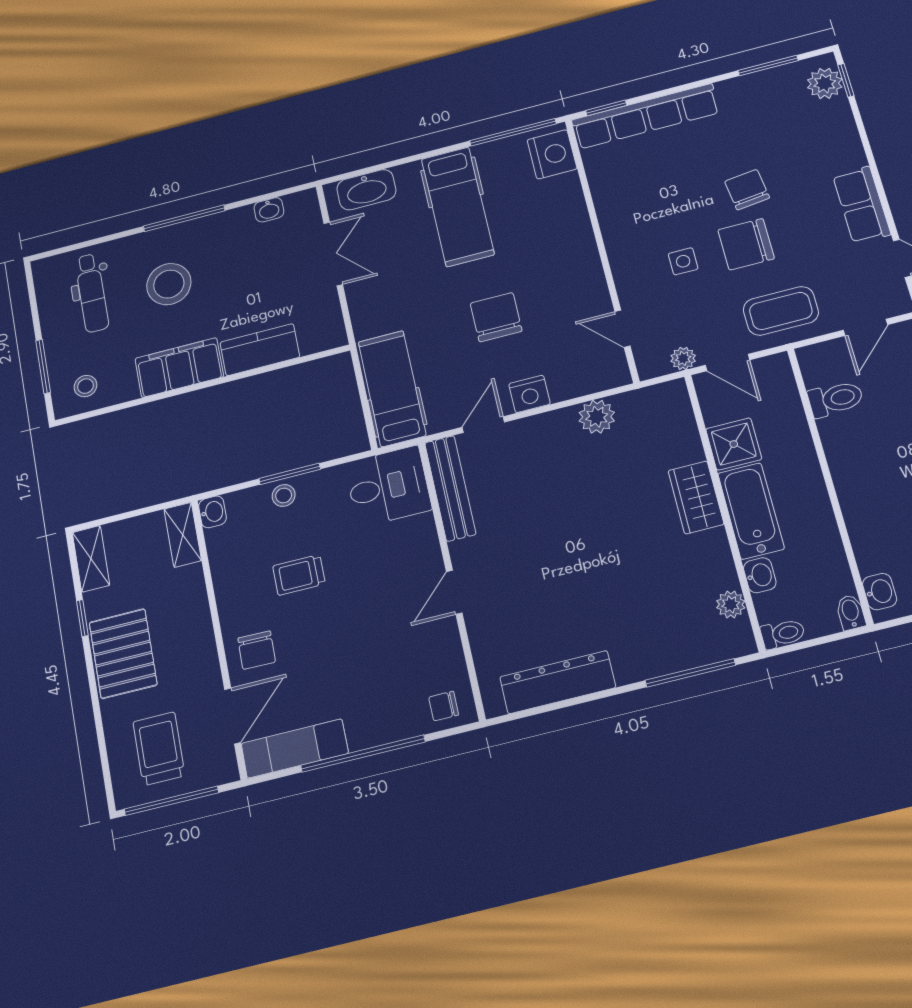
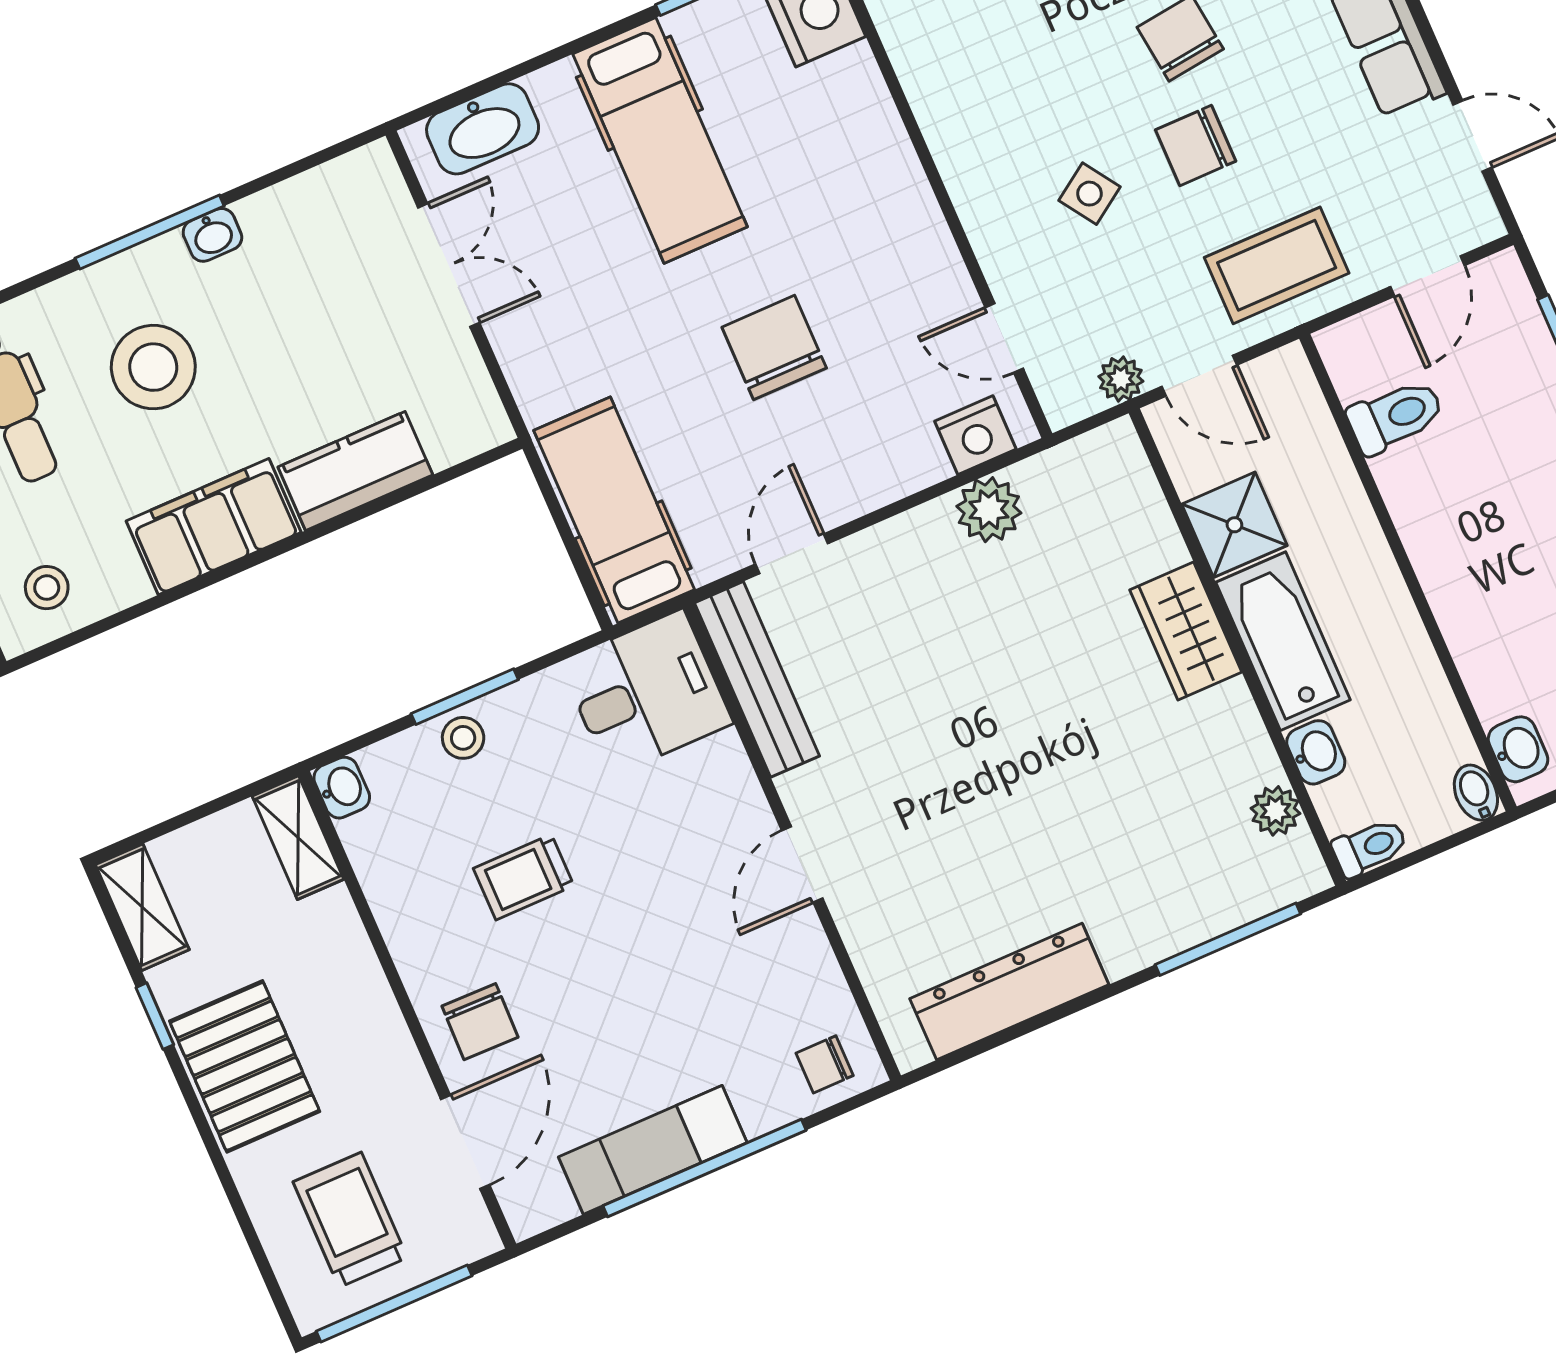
washbasin: (269, 210) -> (212, 235), moved
chair: (746, 244) -> (1196, 145), width x0.73, depth x0.73
side table: (683, 261) -> (1089, 194), turned -34
nightstand: (529, 394) -> (975, 435), moved
exam couch: (295, 748) -> (653, 1150), moved

